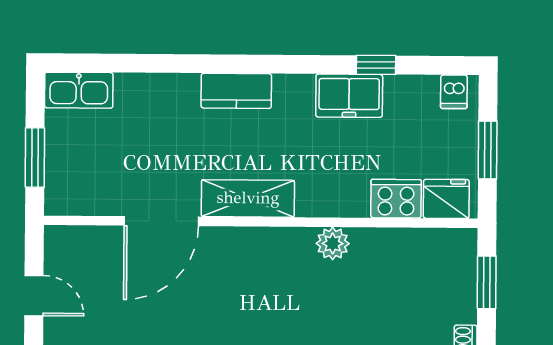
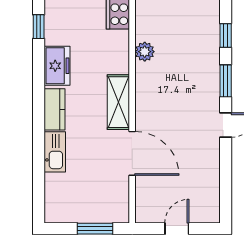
kitchen sink: (79, 90) -> (55, 152), moved
freezer: (349, 96) -> (57, 66), moved

